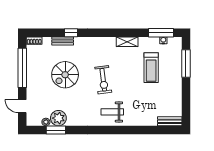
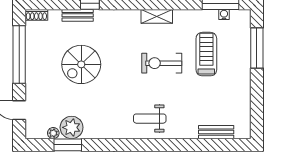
shelving: (127, 42) -> (157, 16), moved
treadmill: (151, 68) -> (206, 54), turned 180
exercise bike: (103, 80) -> (162, 63), moved, turned 97
bench: (170, 121) -> (216, 132), moved

